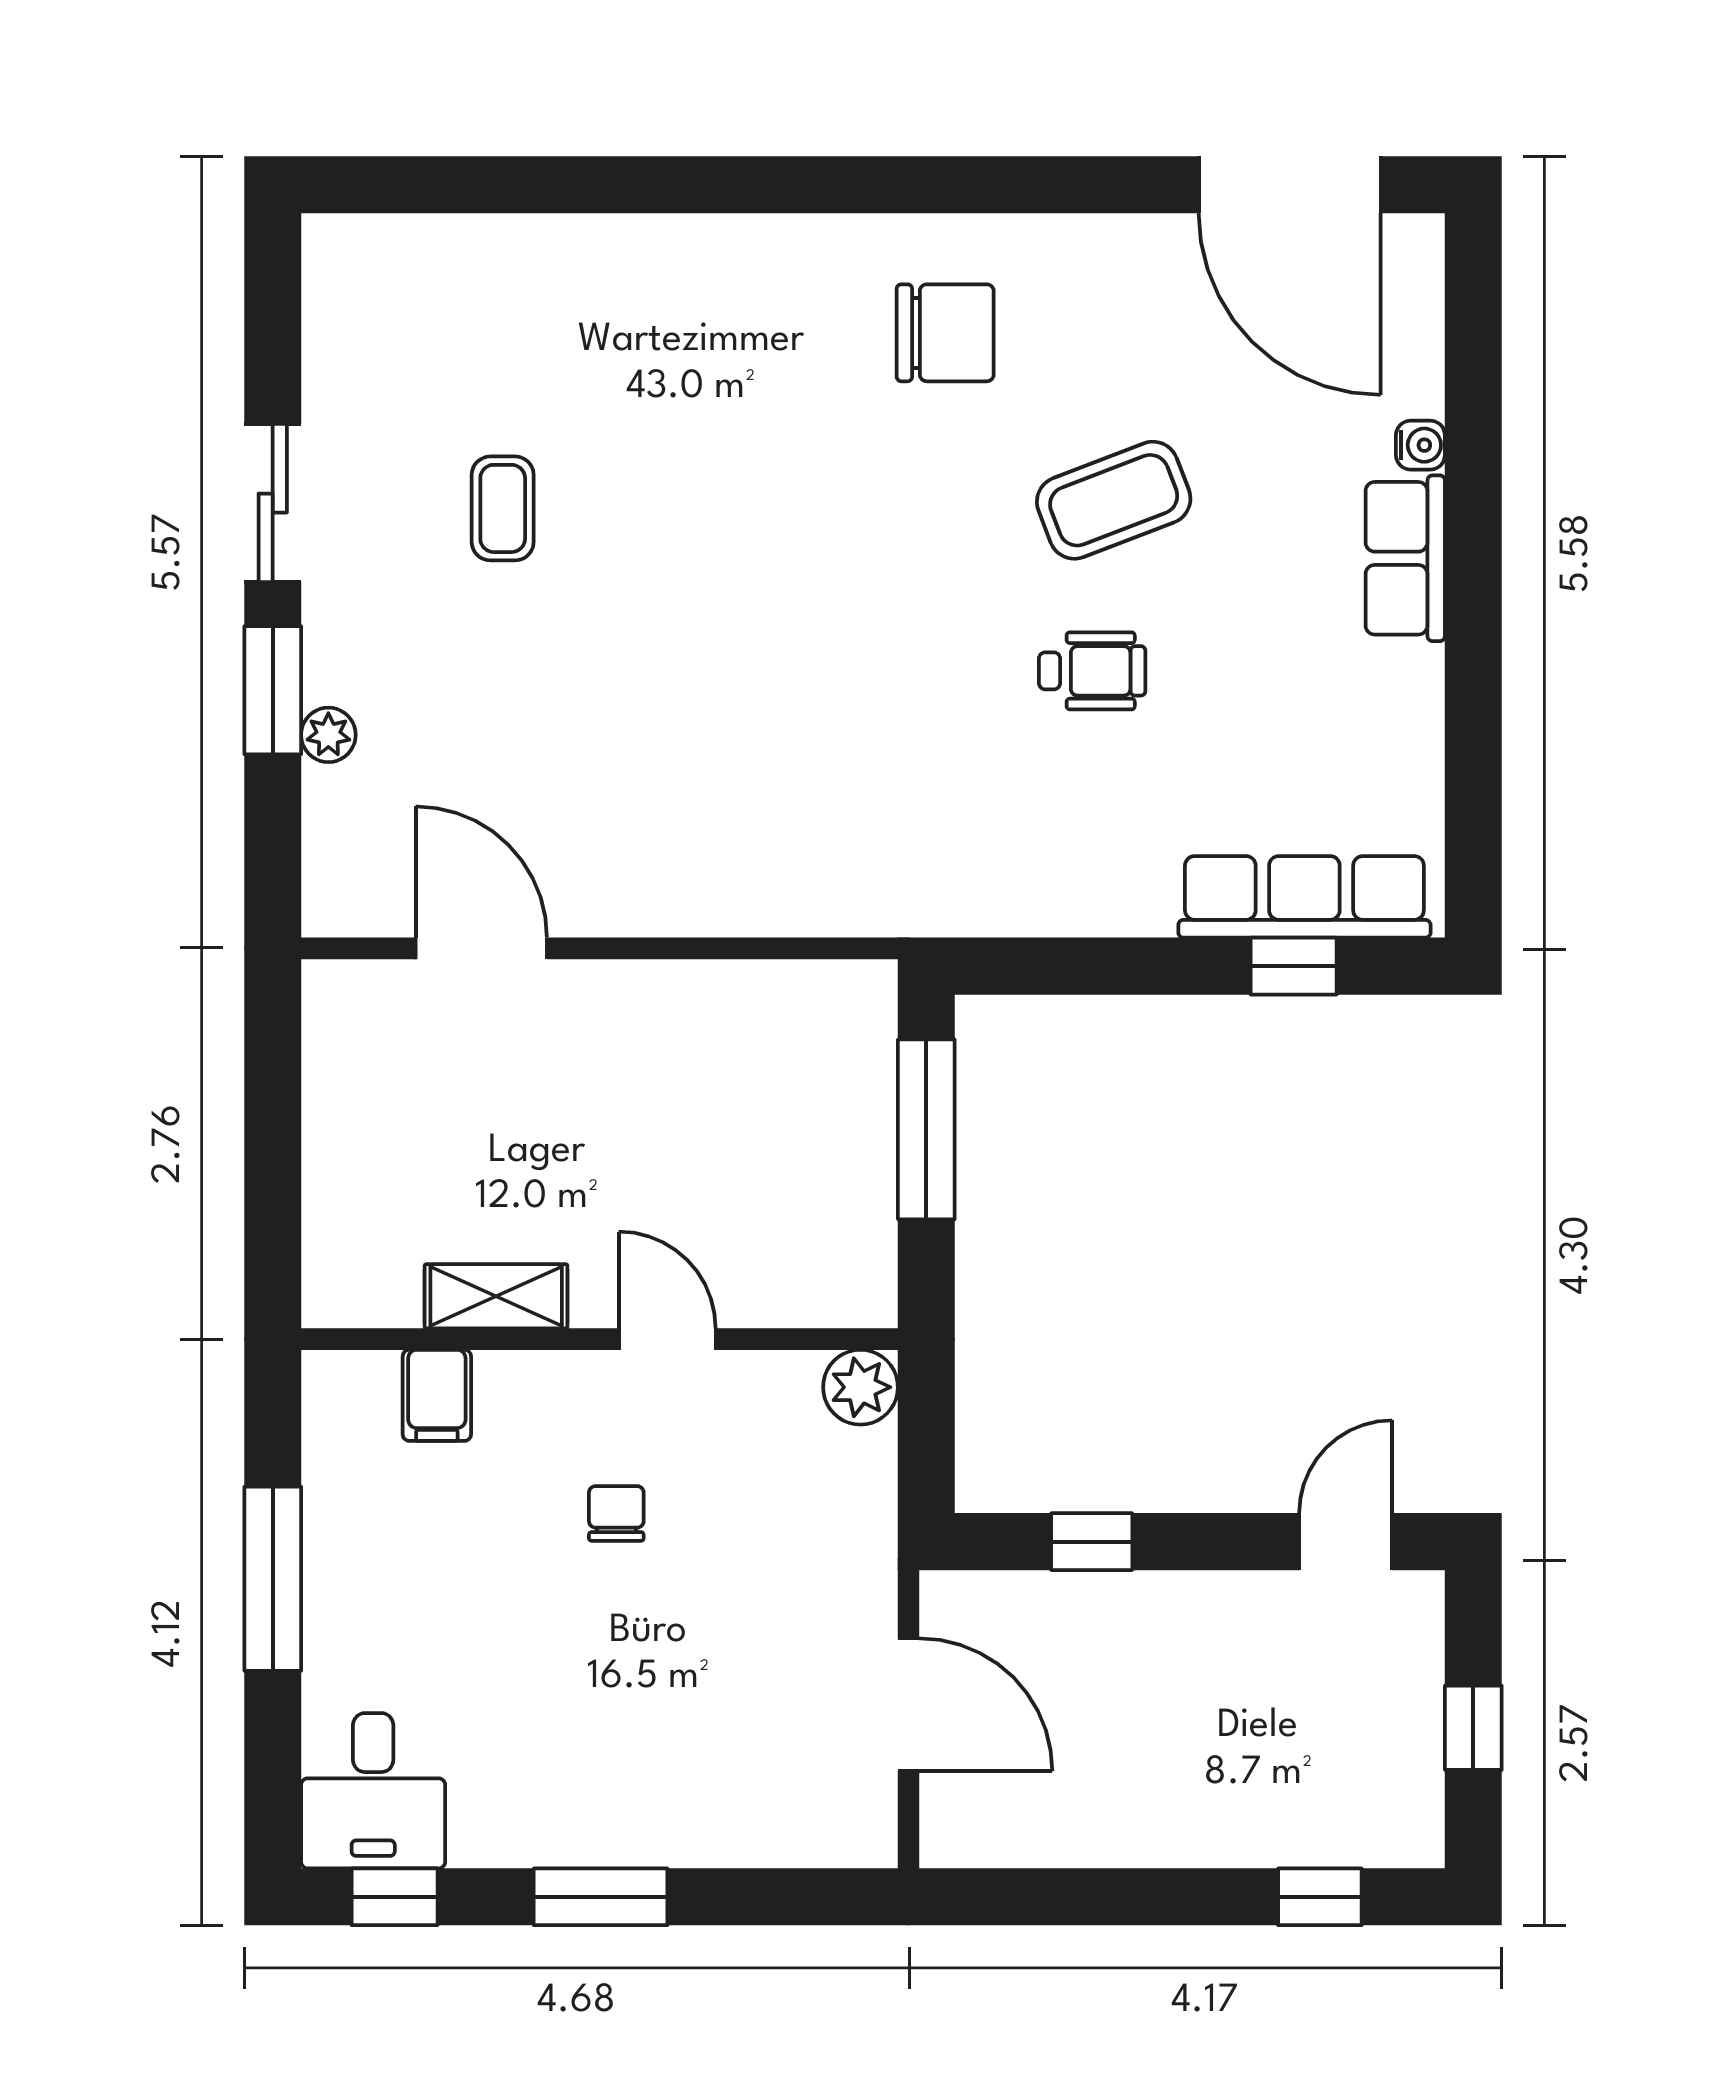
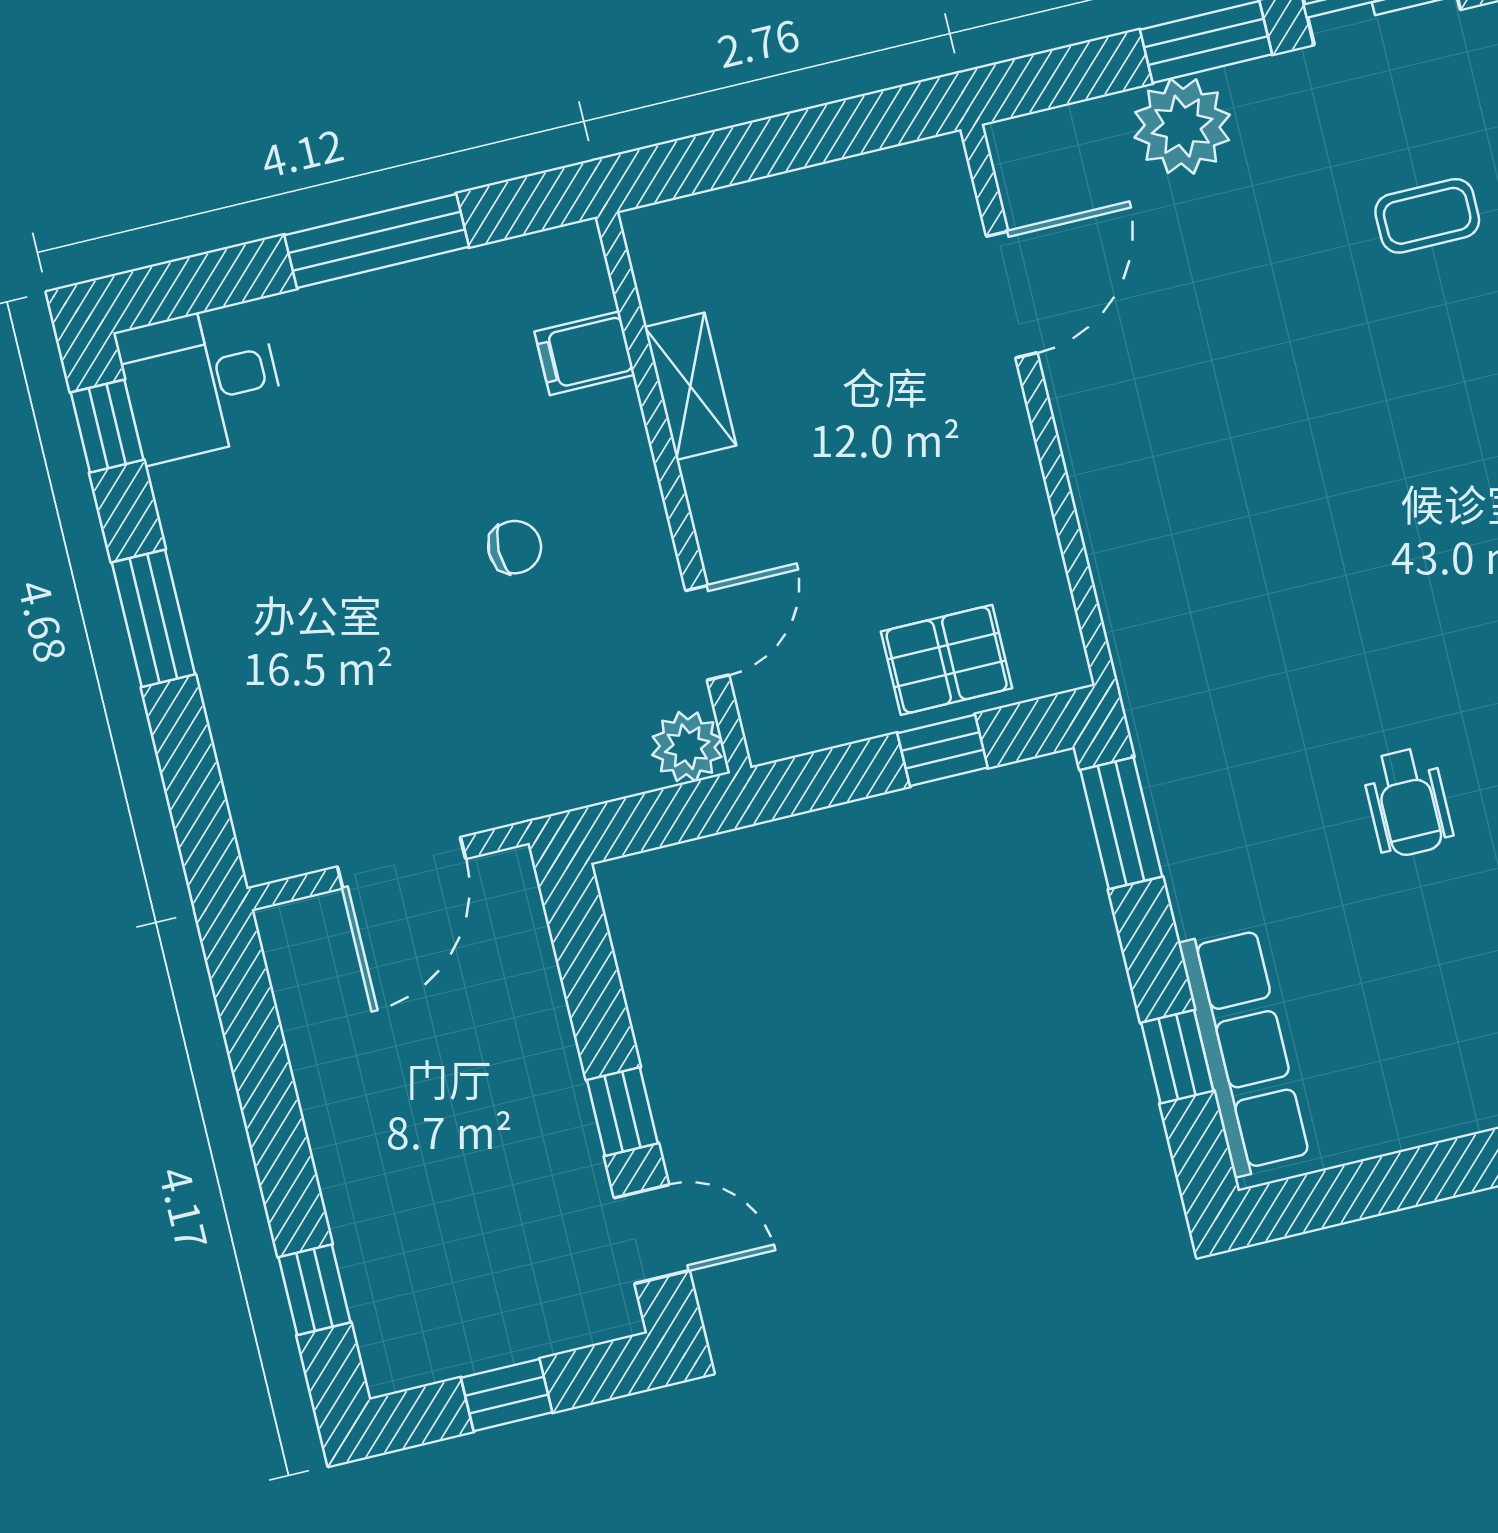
plant: (328, 735) -> (1182, 126), width x1.87, depth x1.87
window: (1043, 966) -> (1121, 823), added
pallet: (836, 1103) -> (947, 660), added
window: (926, 1129) -> (943, 750), width x0.46
door: (667, 1339) -> (707, 633), moved
window: (1092, 1542) -> (622, 1112), moved

